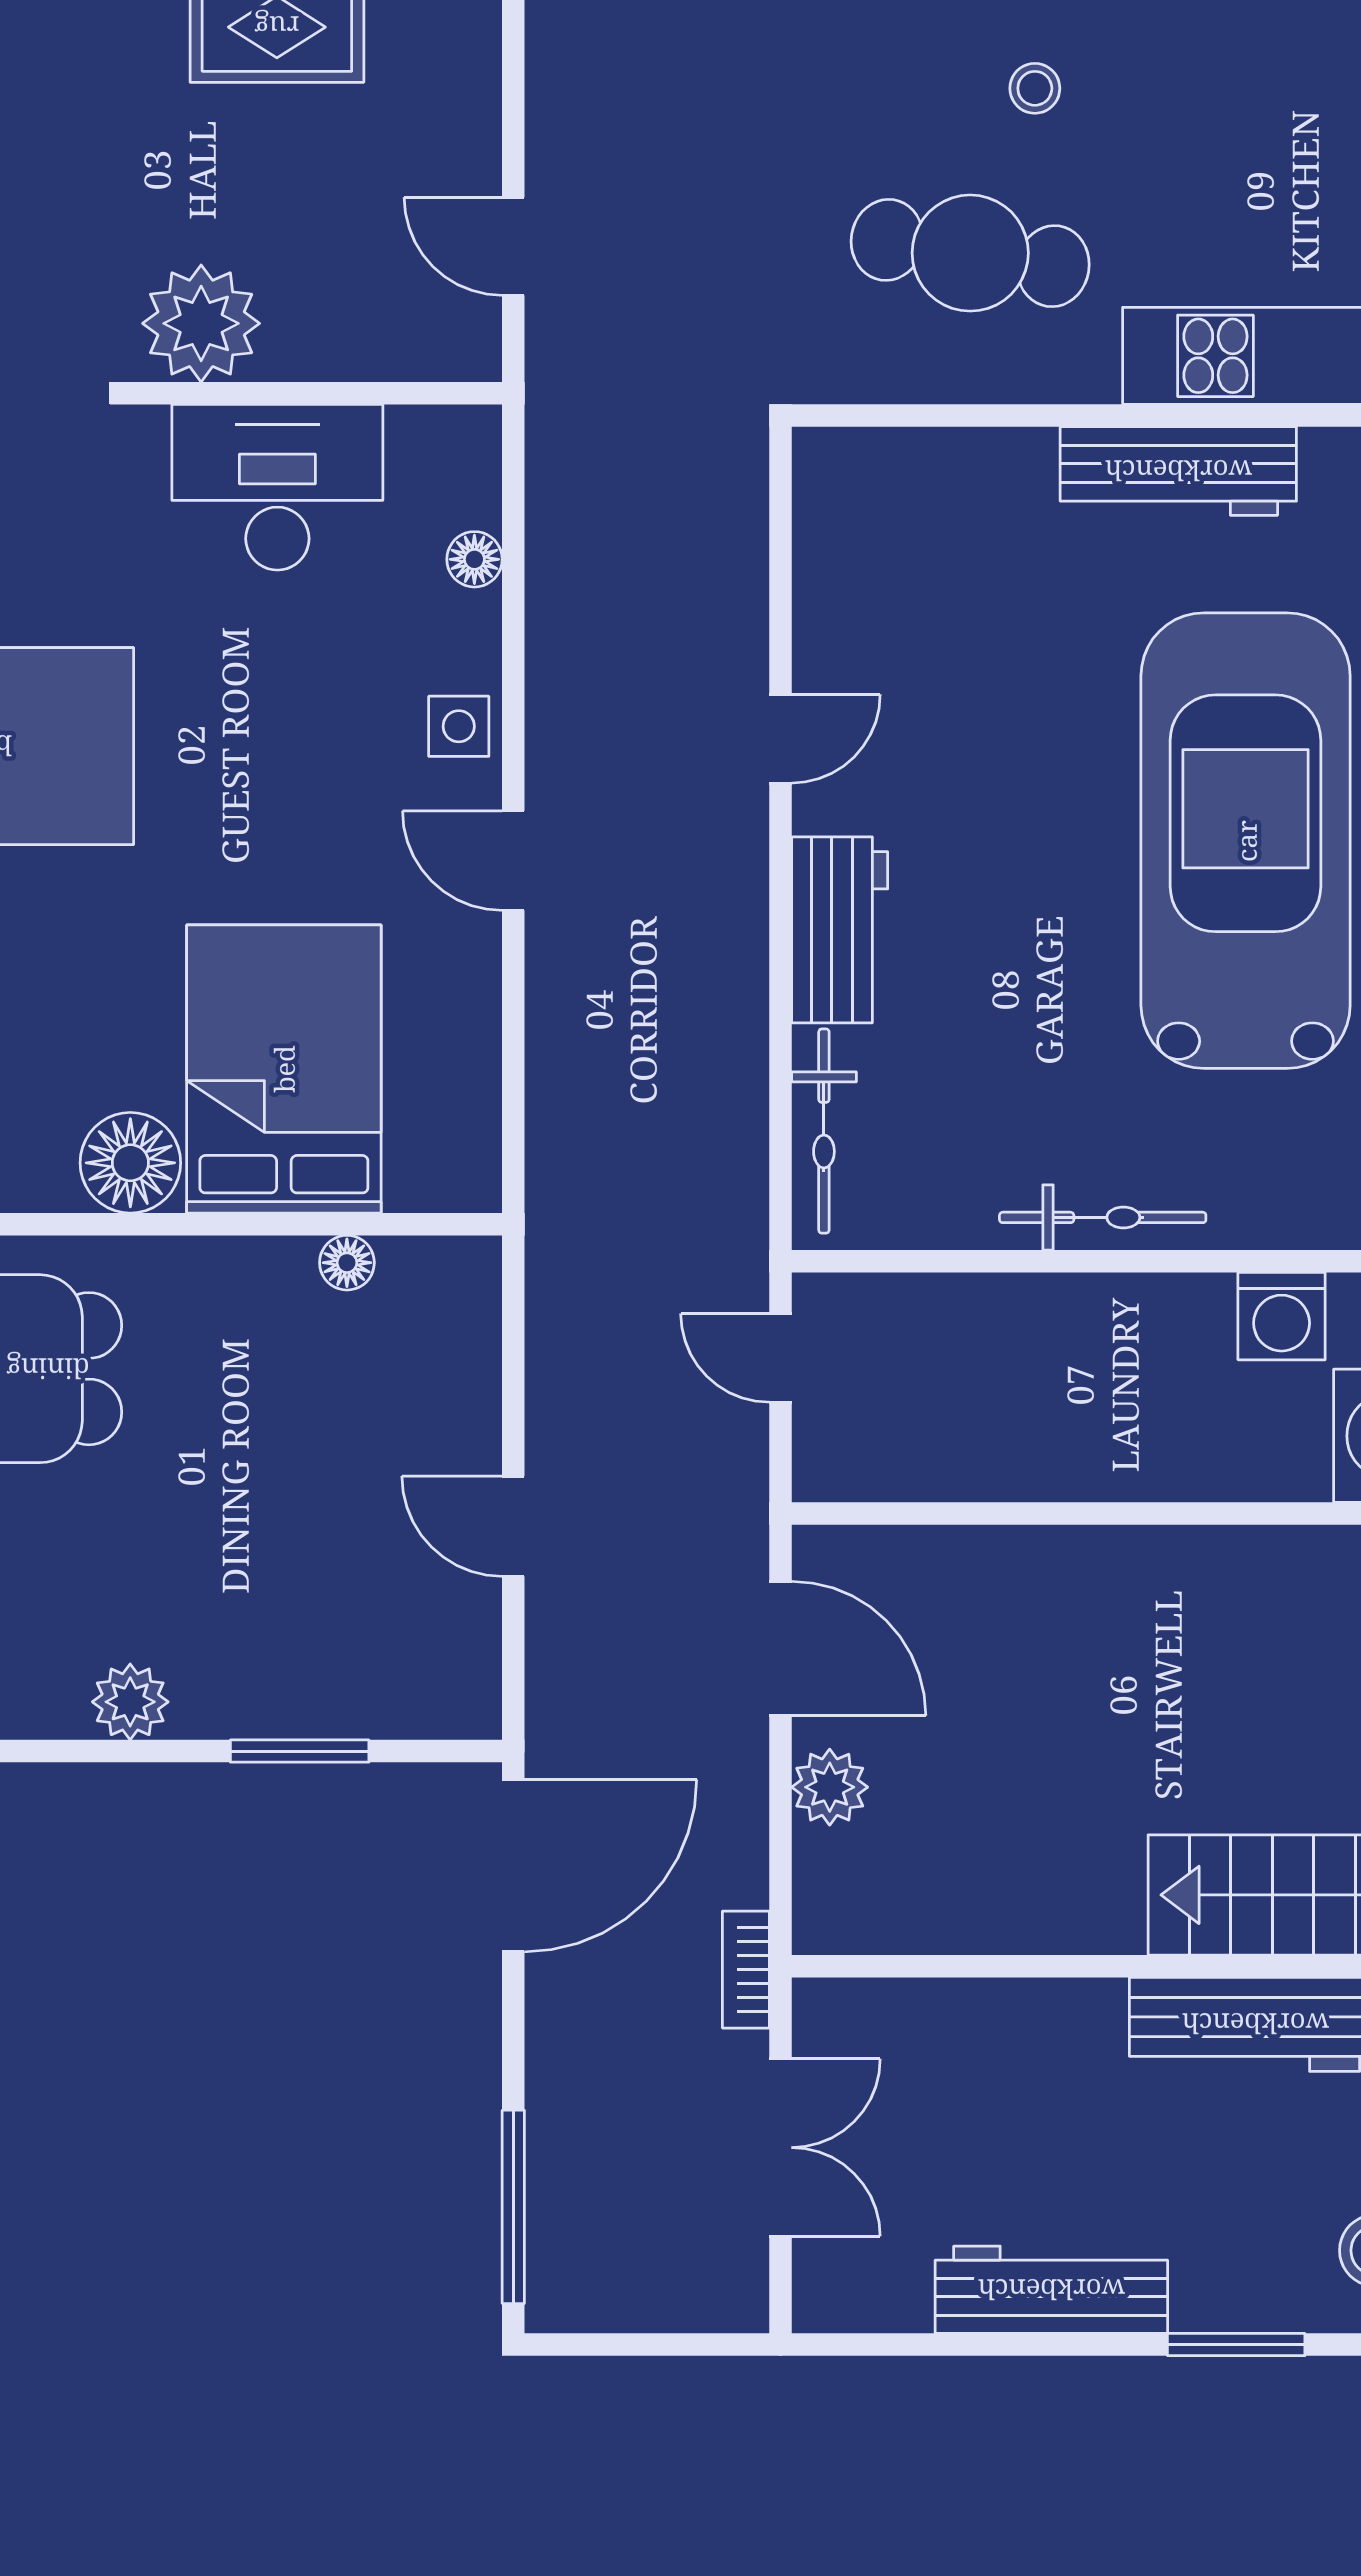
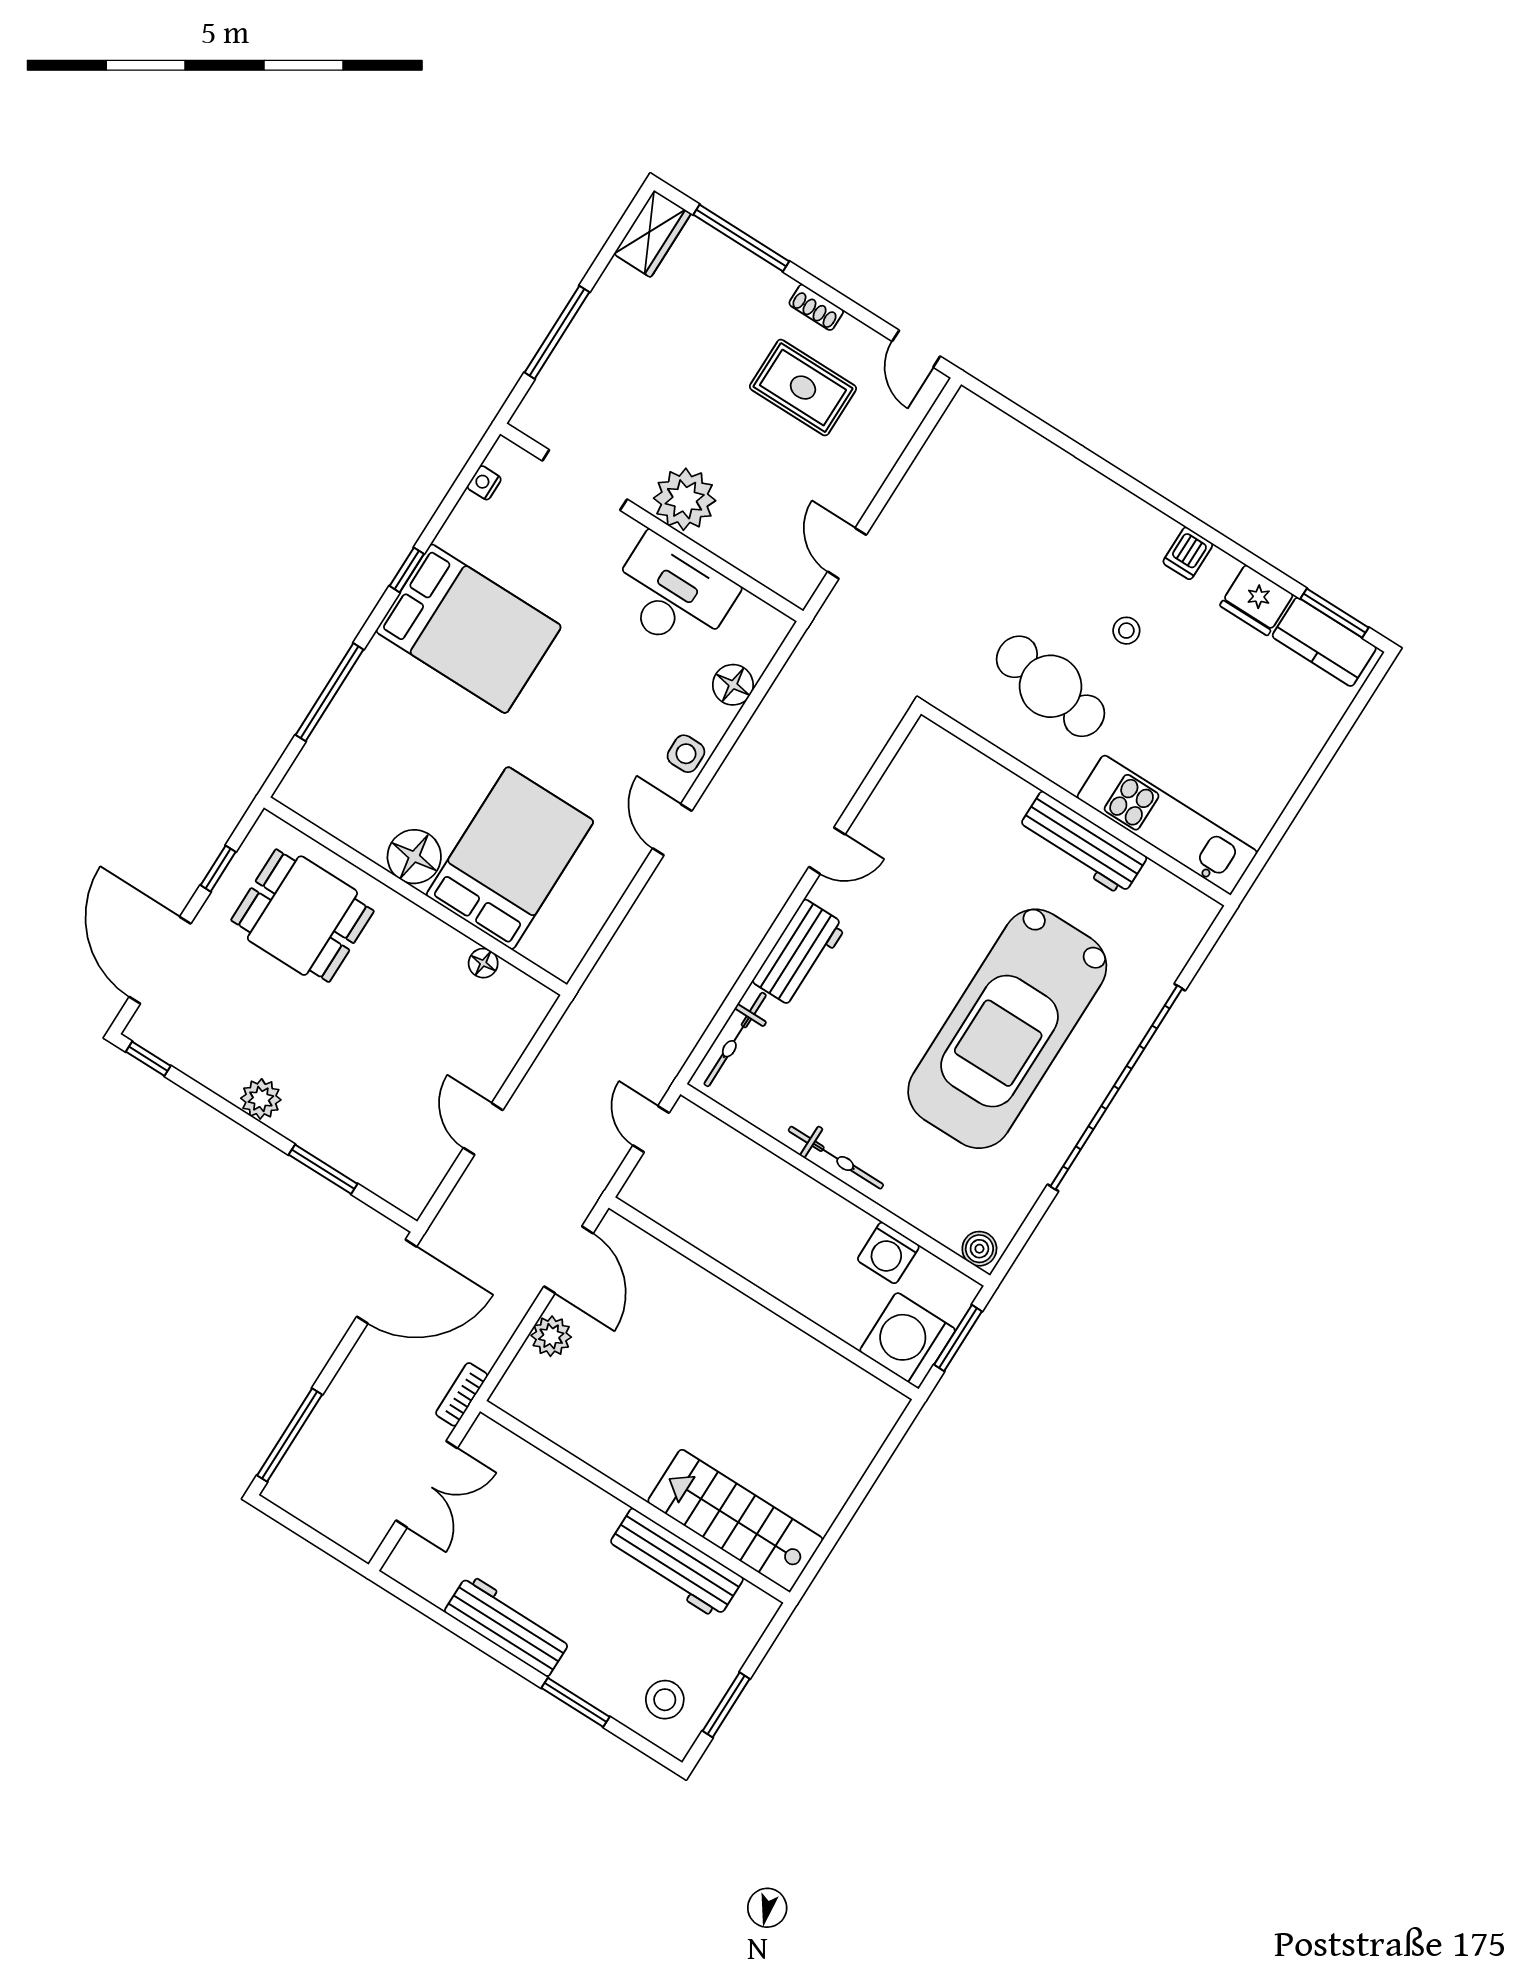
floor lamp: (474, 559) -> (733, 685), width x1.37, depth x1.37
car: (1246, 841) -> (1007, 1029), turned 180

